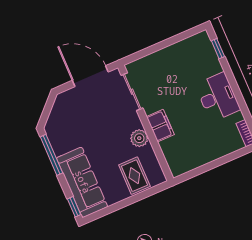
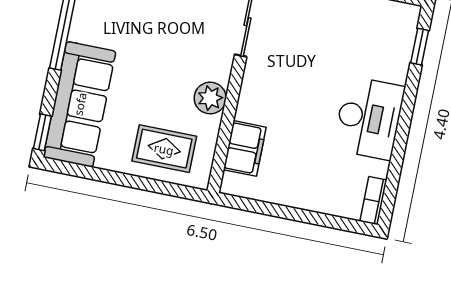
filing cabinet: (160, 126) -> (245, 148), moved
rug: (134, 176) -> (164, 149), turned 90

